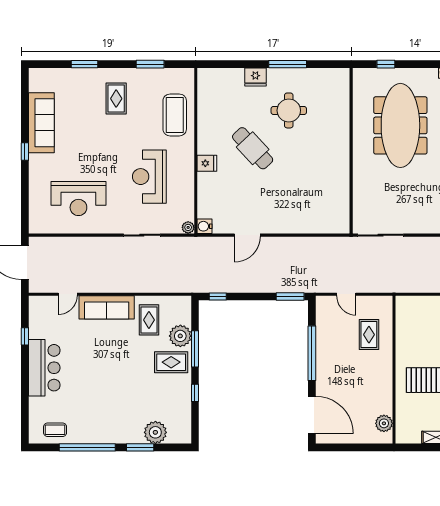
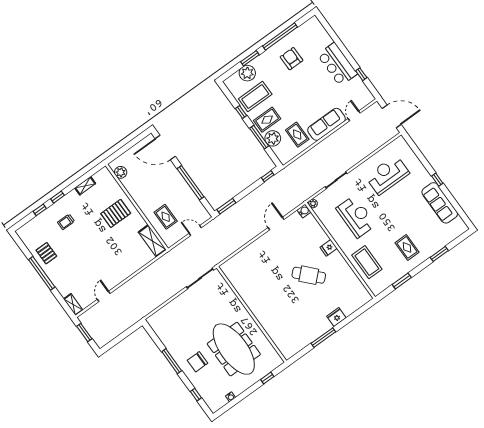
round table: (289, 110) -> (304, 312), removed
shelving: (404, 318) -> (152, 241), added
armchair: (92, 412) -> (292, 59), added
coffee table: (55, 430) -> (255, 97), moved, width x1.86, depth x1.72

